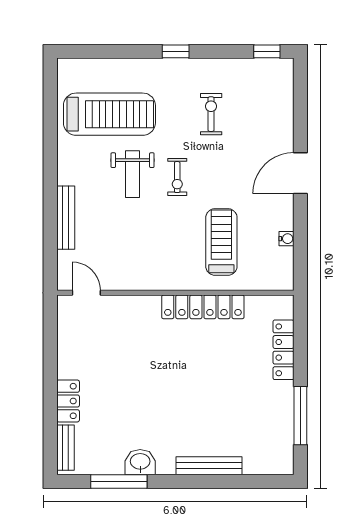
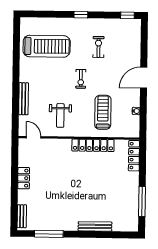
weight bench: (133, 174) -> (60, 115), moved
locker: (283, 350) -> (134, 156), moved
locker: (68, 401) -> (24, 178), moved
washbasin: (140, 462) -> (60, 224), removed

